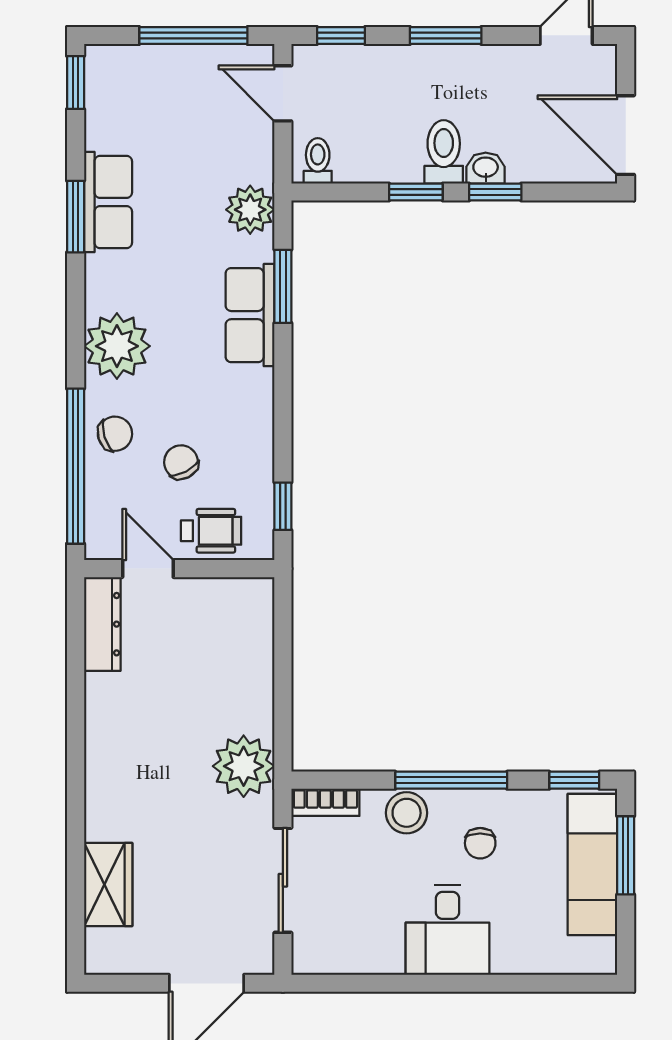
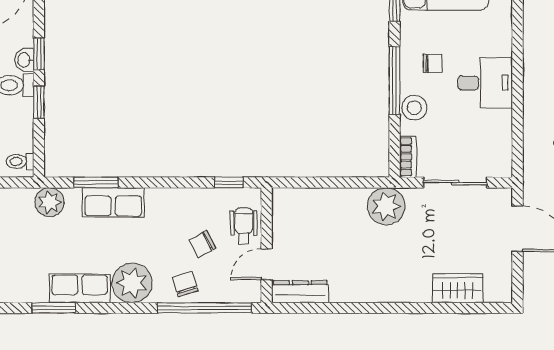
row of seats: (108, 202) -> (80, 288), moved

